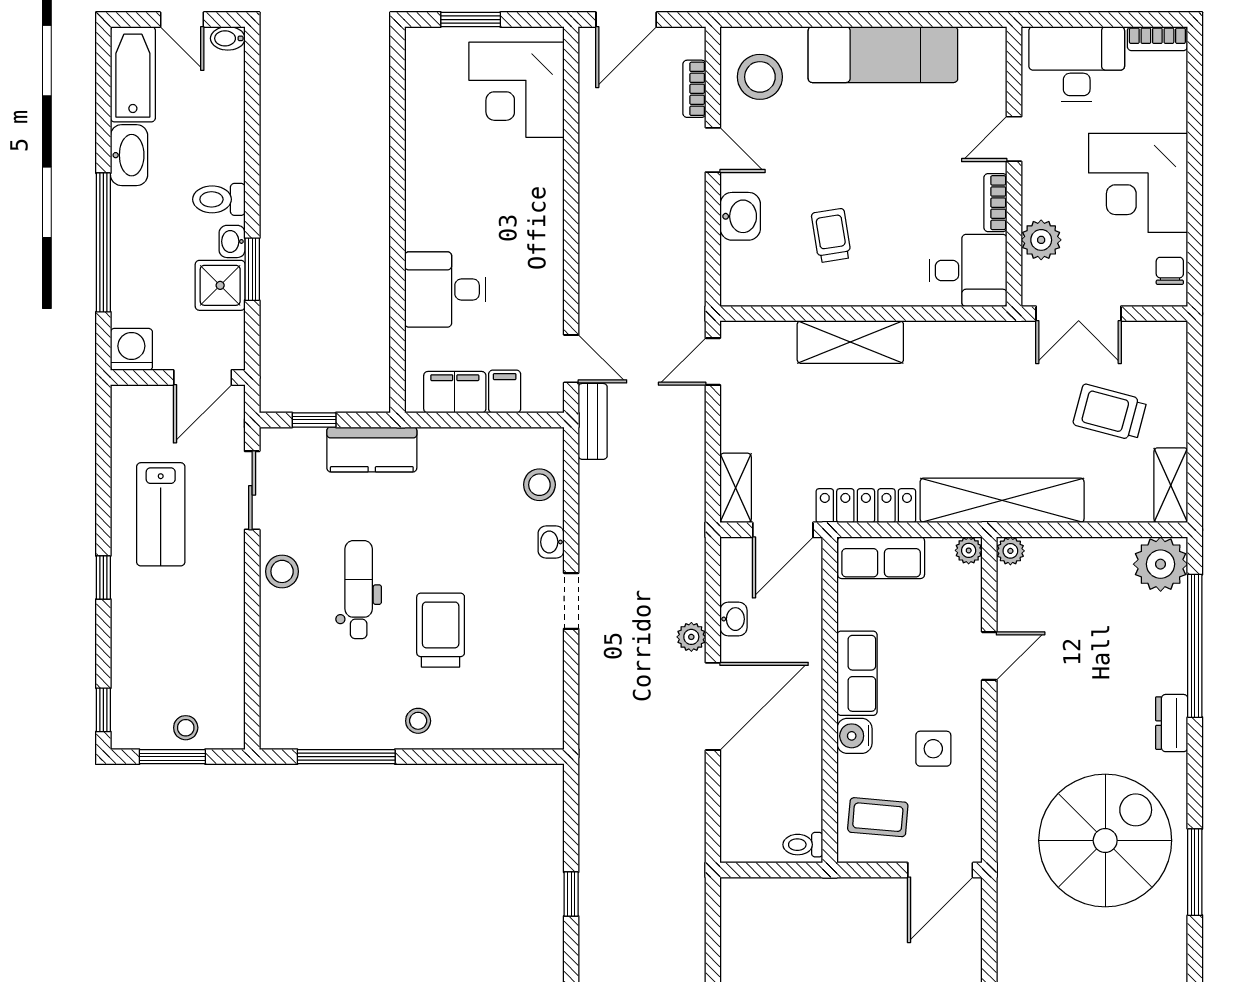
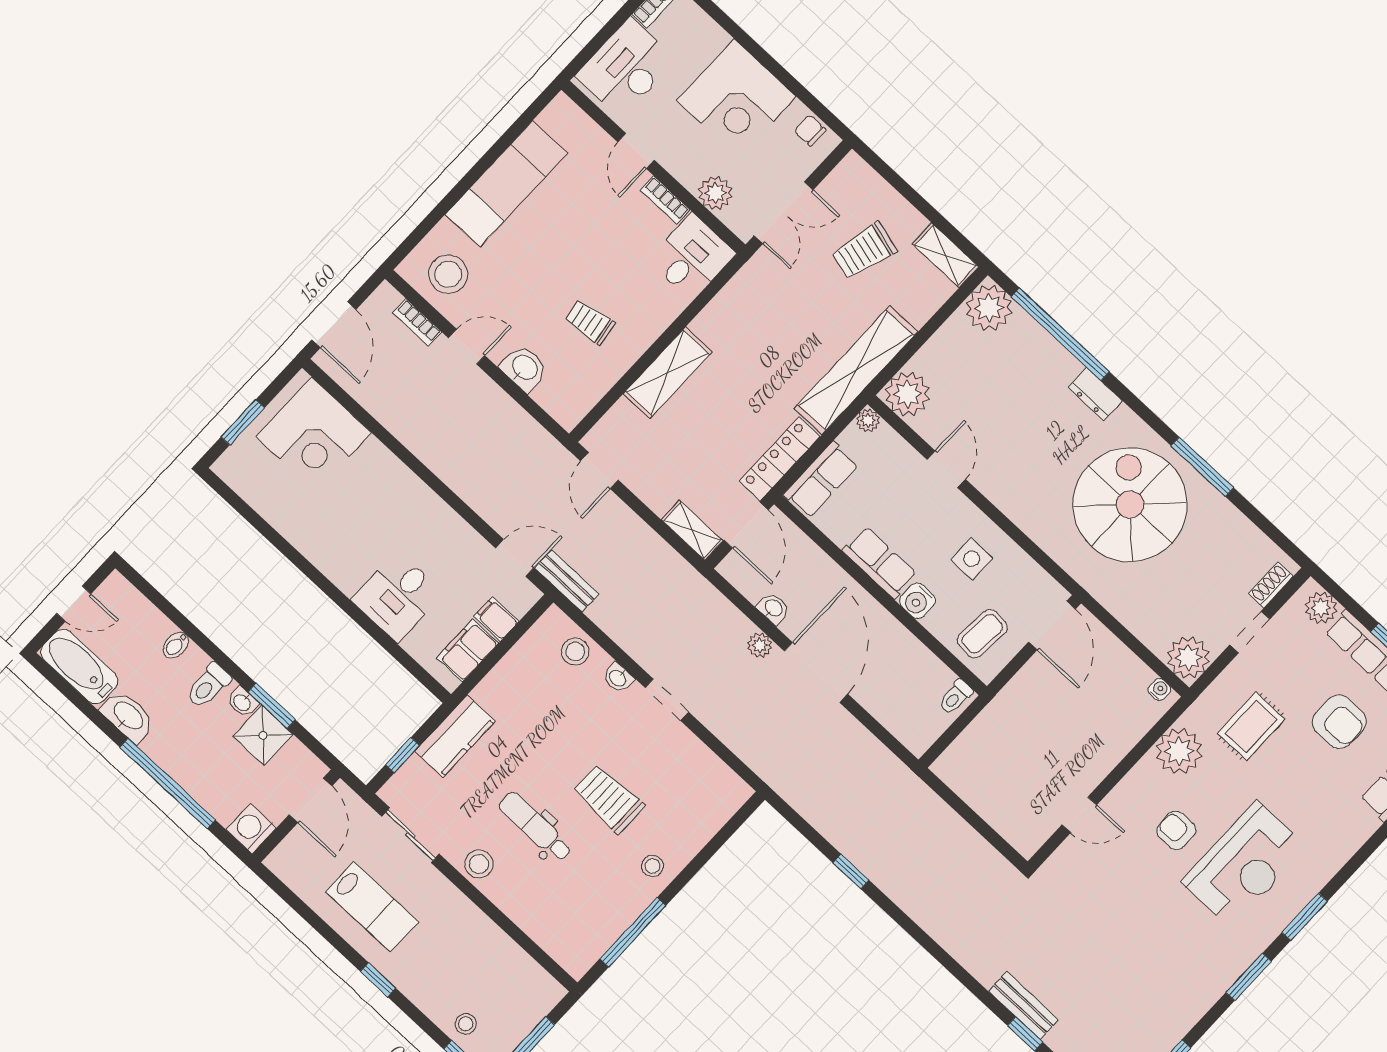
bidet: (228, 38) -> (176, 645), moved
plant: (1010, 551) -> (908, 394), width x1.88, depth x1.88
stool: (186, 728) -> (466, 1024), moved

